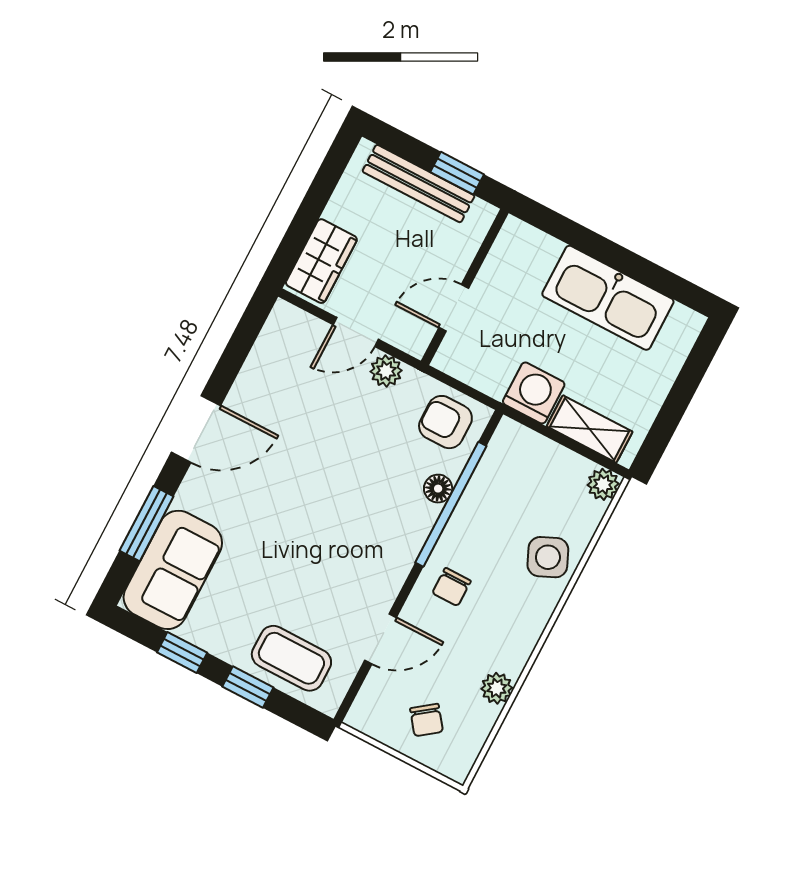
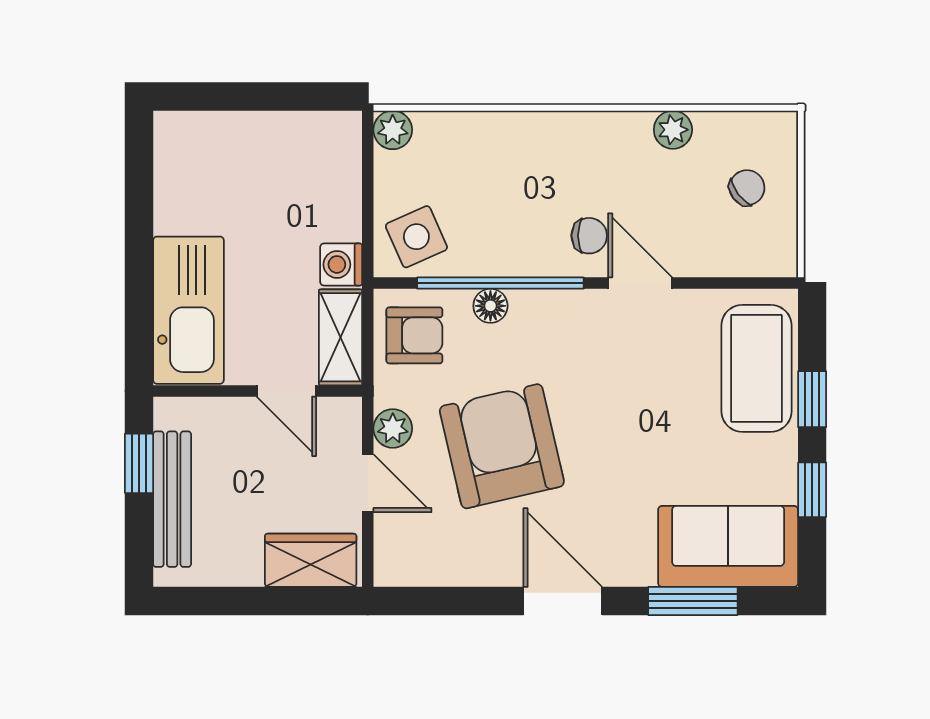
kitchen sink: (608, 298) -> (188, 310), moved
washing machine: (534, 393) -> (341, 264), width x0.73, depth x0.73
armchair: (445, 422) -> (414, 335), turned -90
shelving: (590, 429) -> (341, 337), moved
armchair: (332, 443) -> (502, 446), added
side table: (548, 557) -> (416, 237), moved
door: (381, 639) -> (640, 283), moved
coffee table: (291, 658) -> (757, 368), width x1.36, depth x1.32

